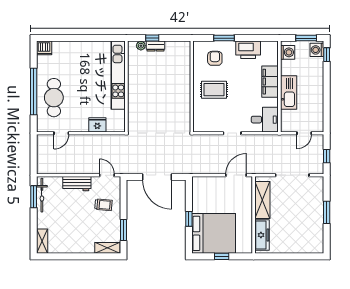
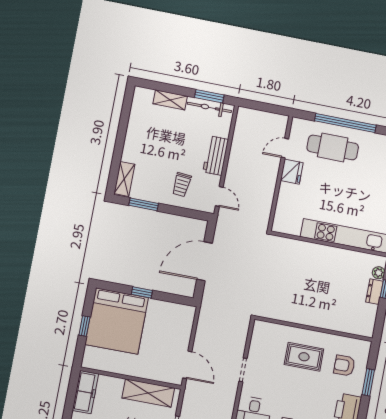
armchair: (215, 58) -> (344, 365), turned 180
rug: (214, 90) -> (304, 357), turned 90
fridge: (97, 125) -> (292, 172), moved
door: (61, 133) -> (285, 148), hinge flipped
door: (107, 175) -> (219, 197), hinge flipped
freezer: (262, 235) -> (85, 392), moved, turned -90
shelving: (42, 241) -> (170, 100), moved

